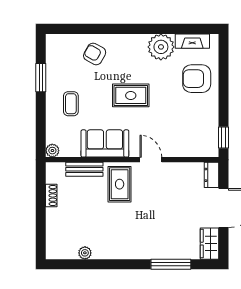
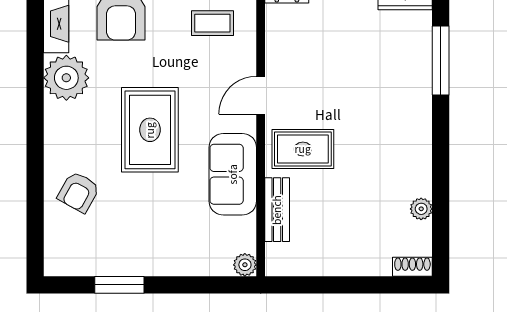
rug: (131, 95) -> (150, 130), width x1.36, depth x1.43
coffee table: (71, 104) -> (212, 23), moved
shoe rack: (51, 195) -> (412, 267), moved

